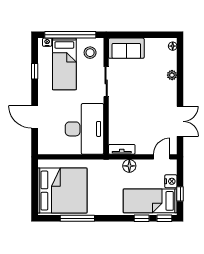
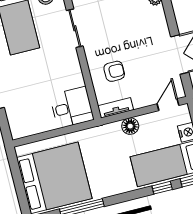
armchair: (128, 122) -> (114, 71), added
desk: (84, 129) -> (72, 107), width x0.53, depth x0.77

